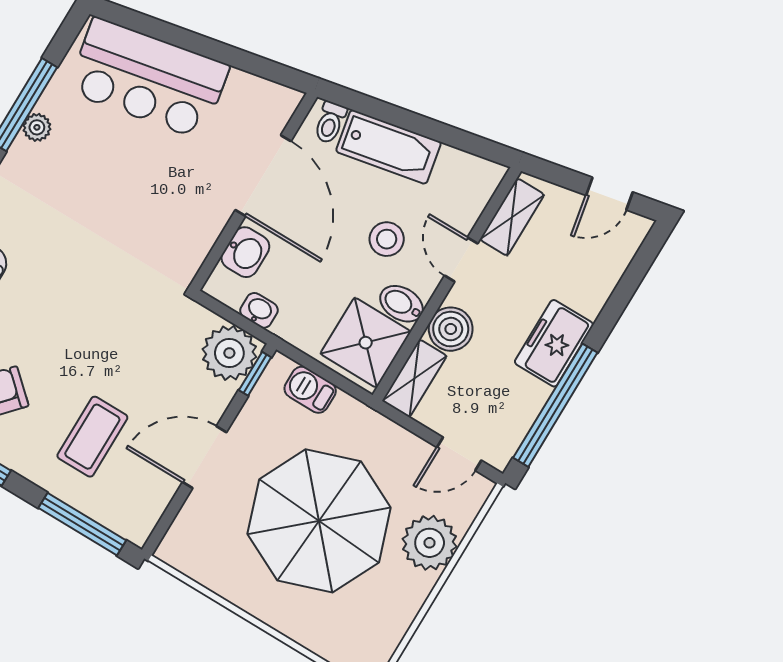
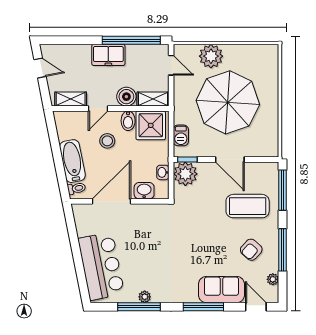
coffee table: (92, 437) -> (248, 206), width x1.36, depth x1.32

